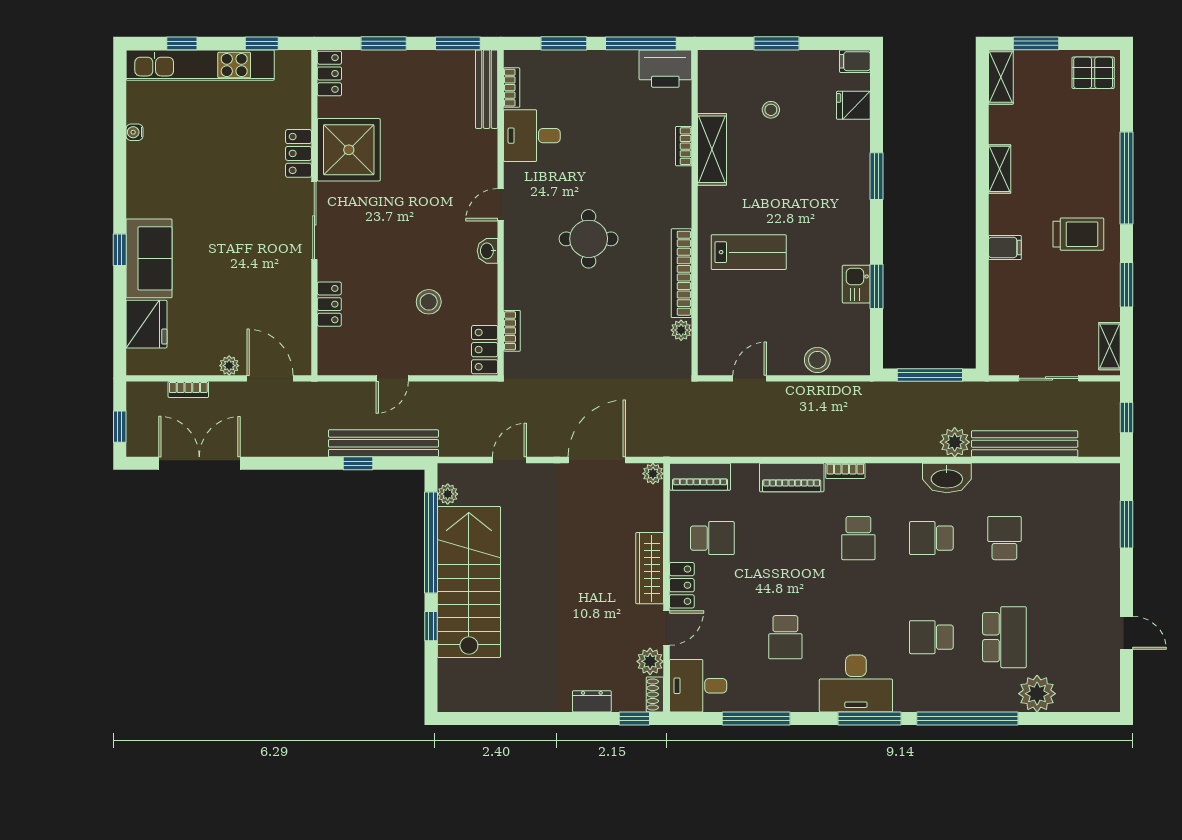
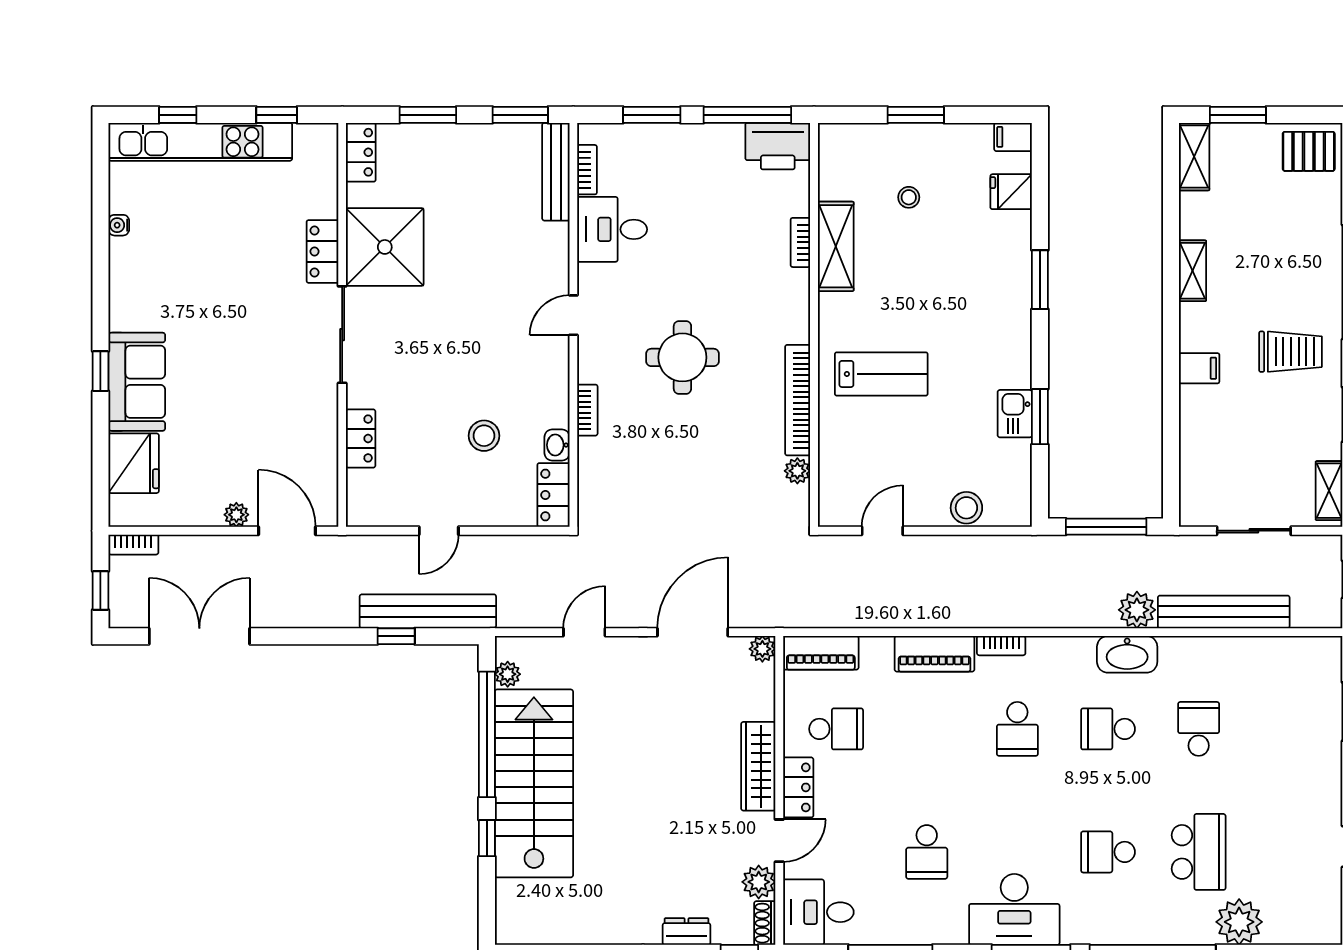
washbasin: (488, 251) -> (557, 445), moved
bookcase: (512, 331) -> (587, 410), moved
bookcase: (188, 390) -> (133, 545), moved

